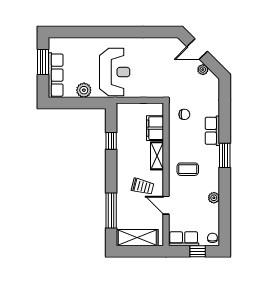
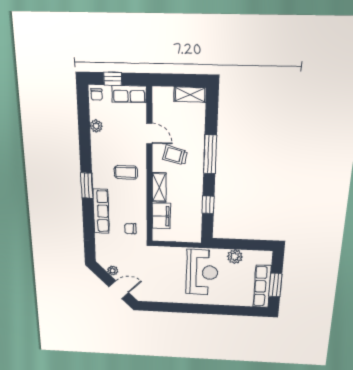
reception desk: (115, 72) -> (202, 272), turned 180
row of seats: (56, 75) -> (262, 286), moved
row of seats: (212, 131) -> (101, 211), width x1.48
plant: (214, 198) -> (96, 126), moved
window: (111, 211) -> (210, 154), moved
shelving: (137, 238) -> (190, 94), width x0.67, depth x0.75

